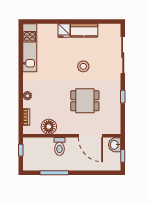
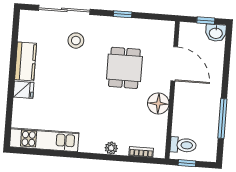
stool: (83, 66) -> (76, 41), moved
floor lamp: (49, 127) -> (158, 104), moved
door: (90, 136) -> (174, 64), hinge flipped
washbasin: (115, 145) -> (216, 33), moved
toilet: (59, 146) -> (183, 145), moved

